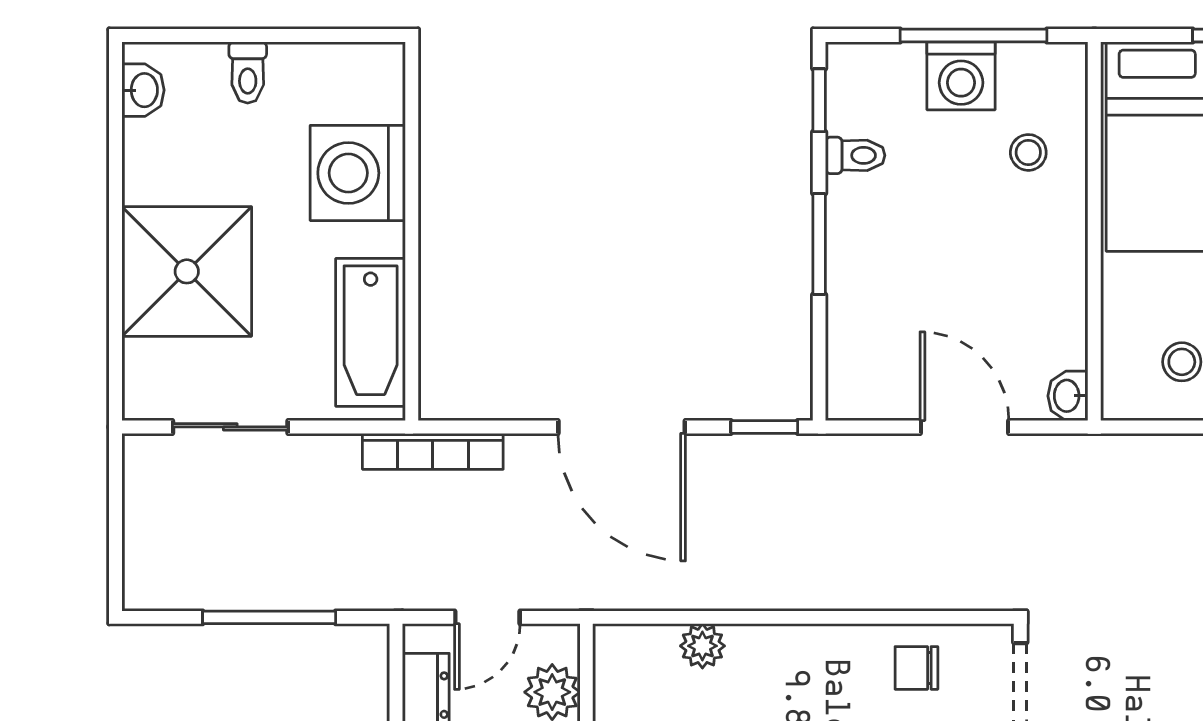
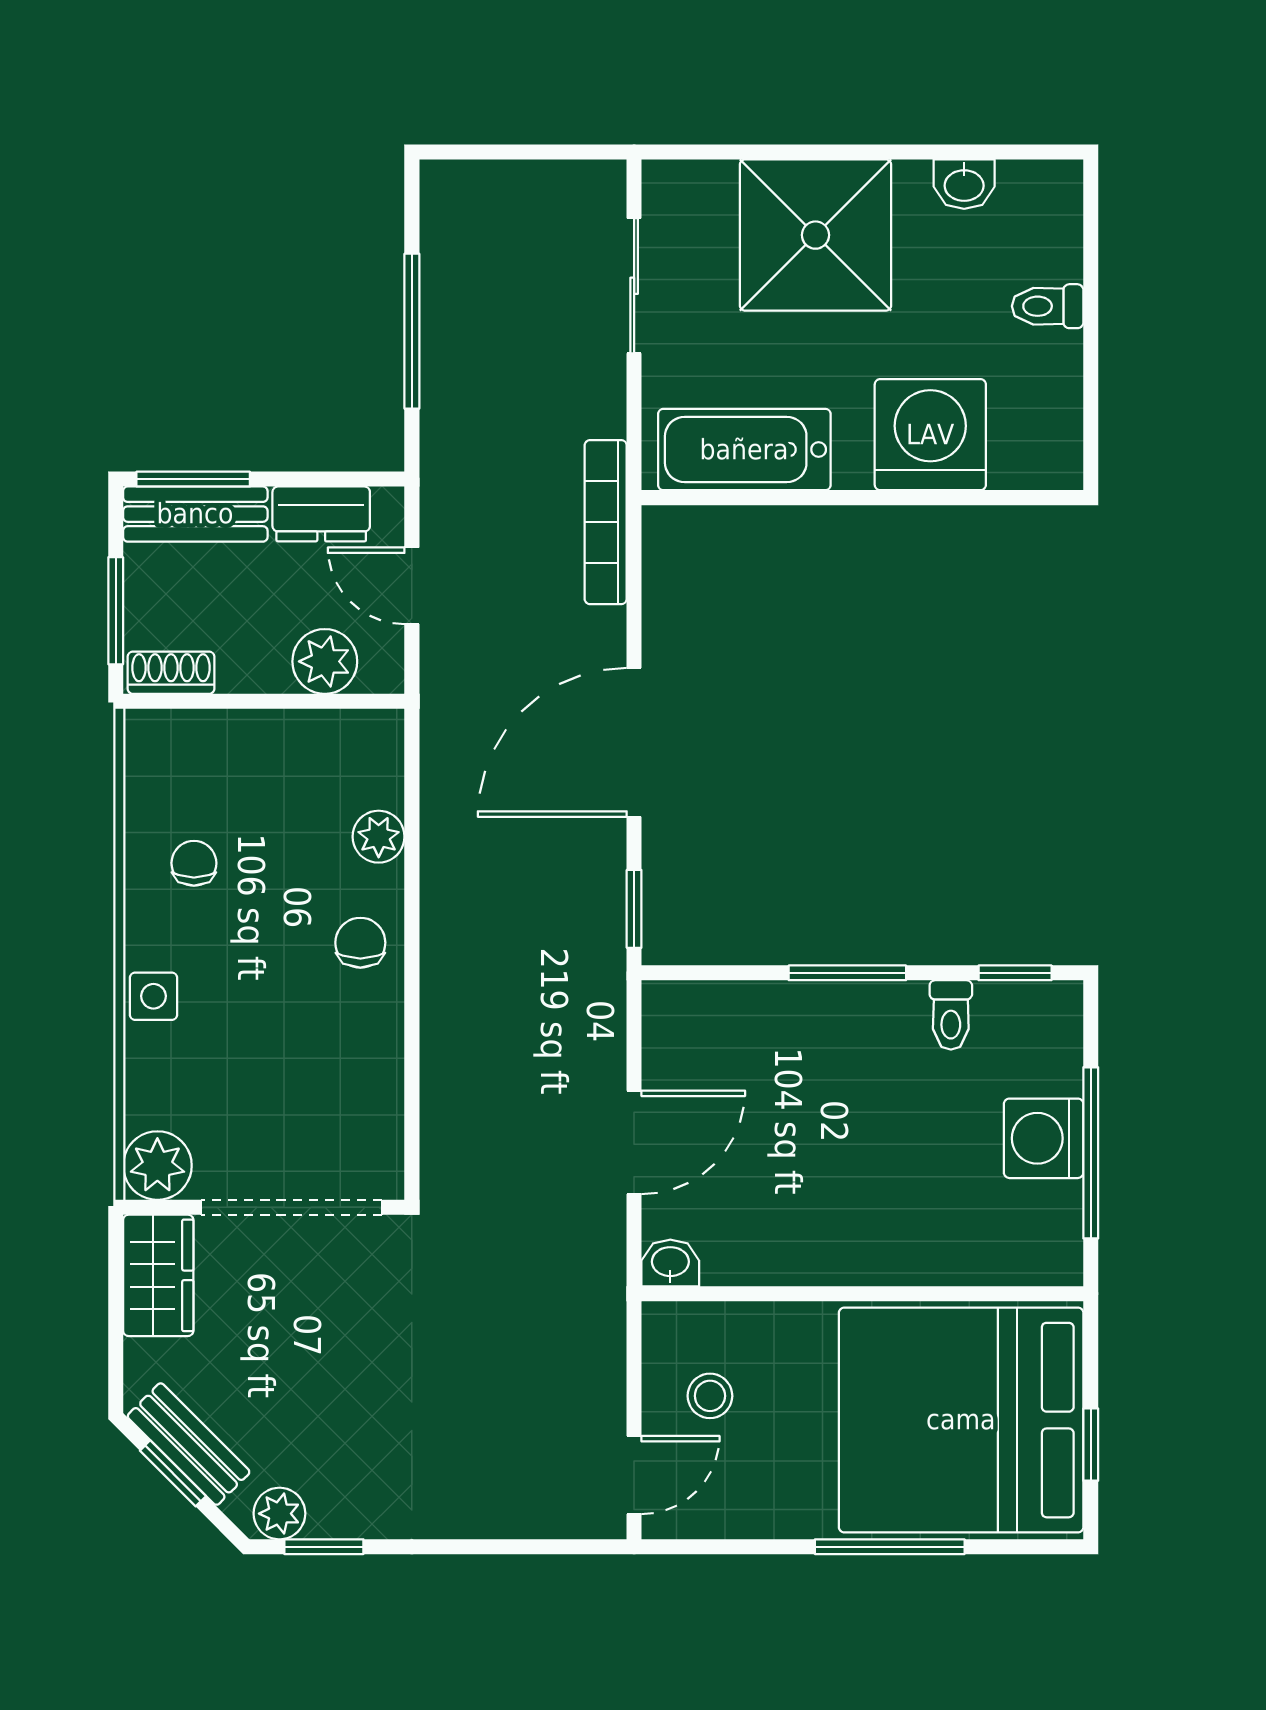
washbasin: (143, 90) -> (964, 184), moved
stool: (1028, 152) -> (954, 1217), removed
chair: (916, 668) -> (360, 943), moved

